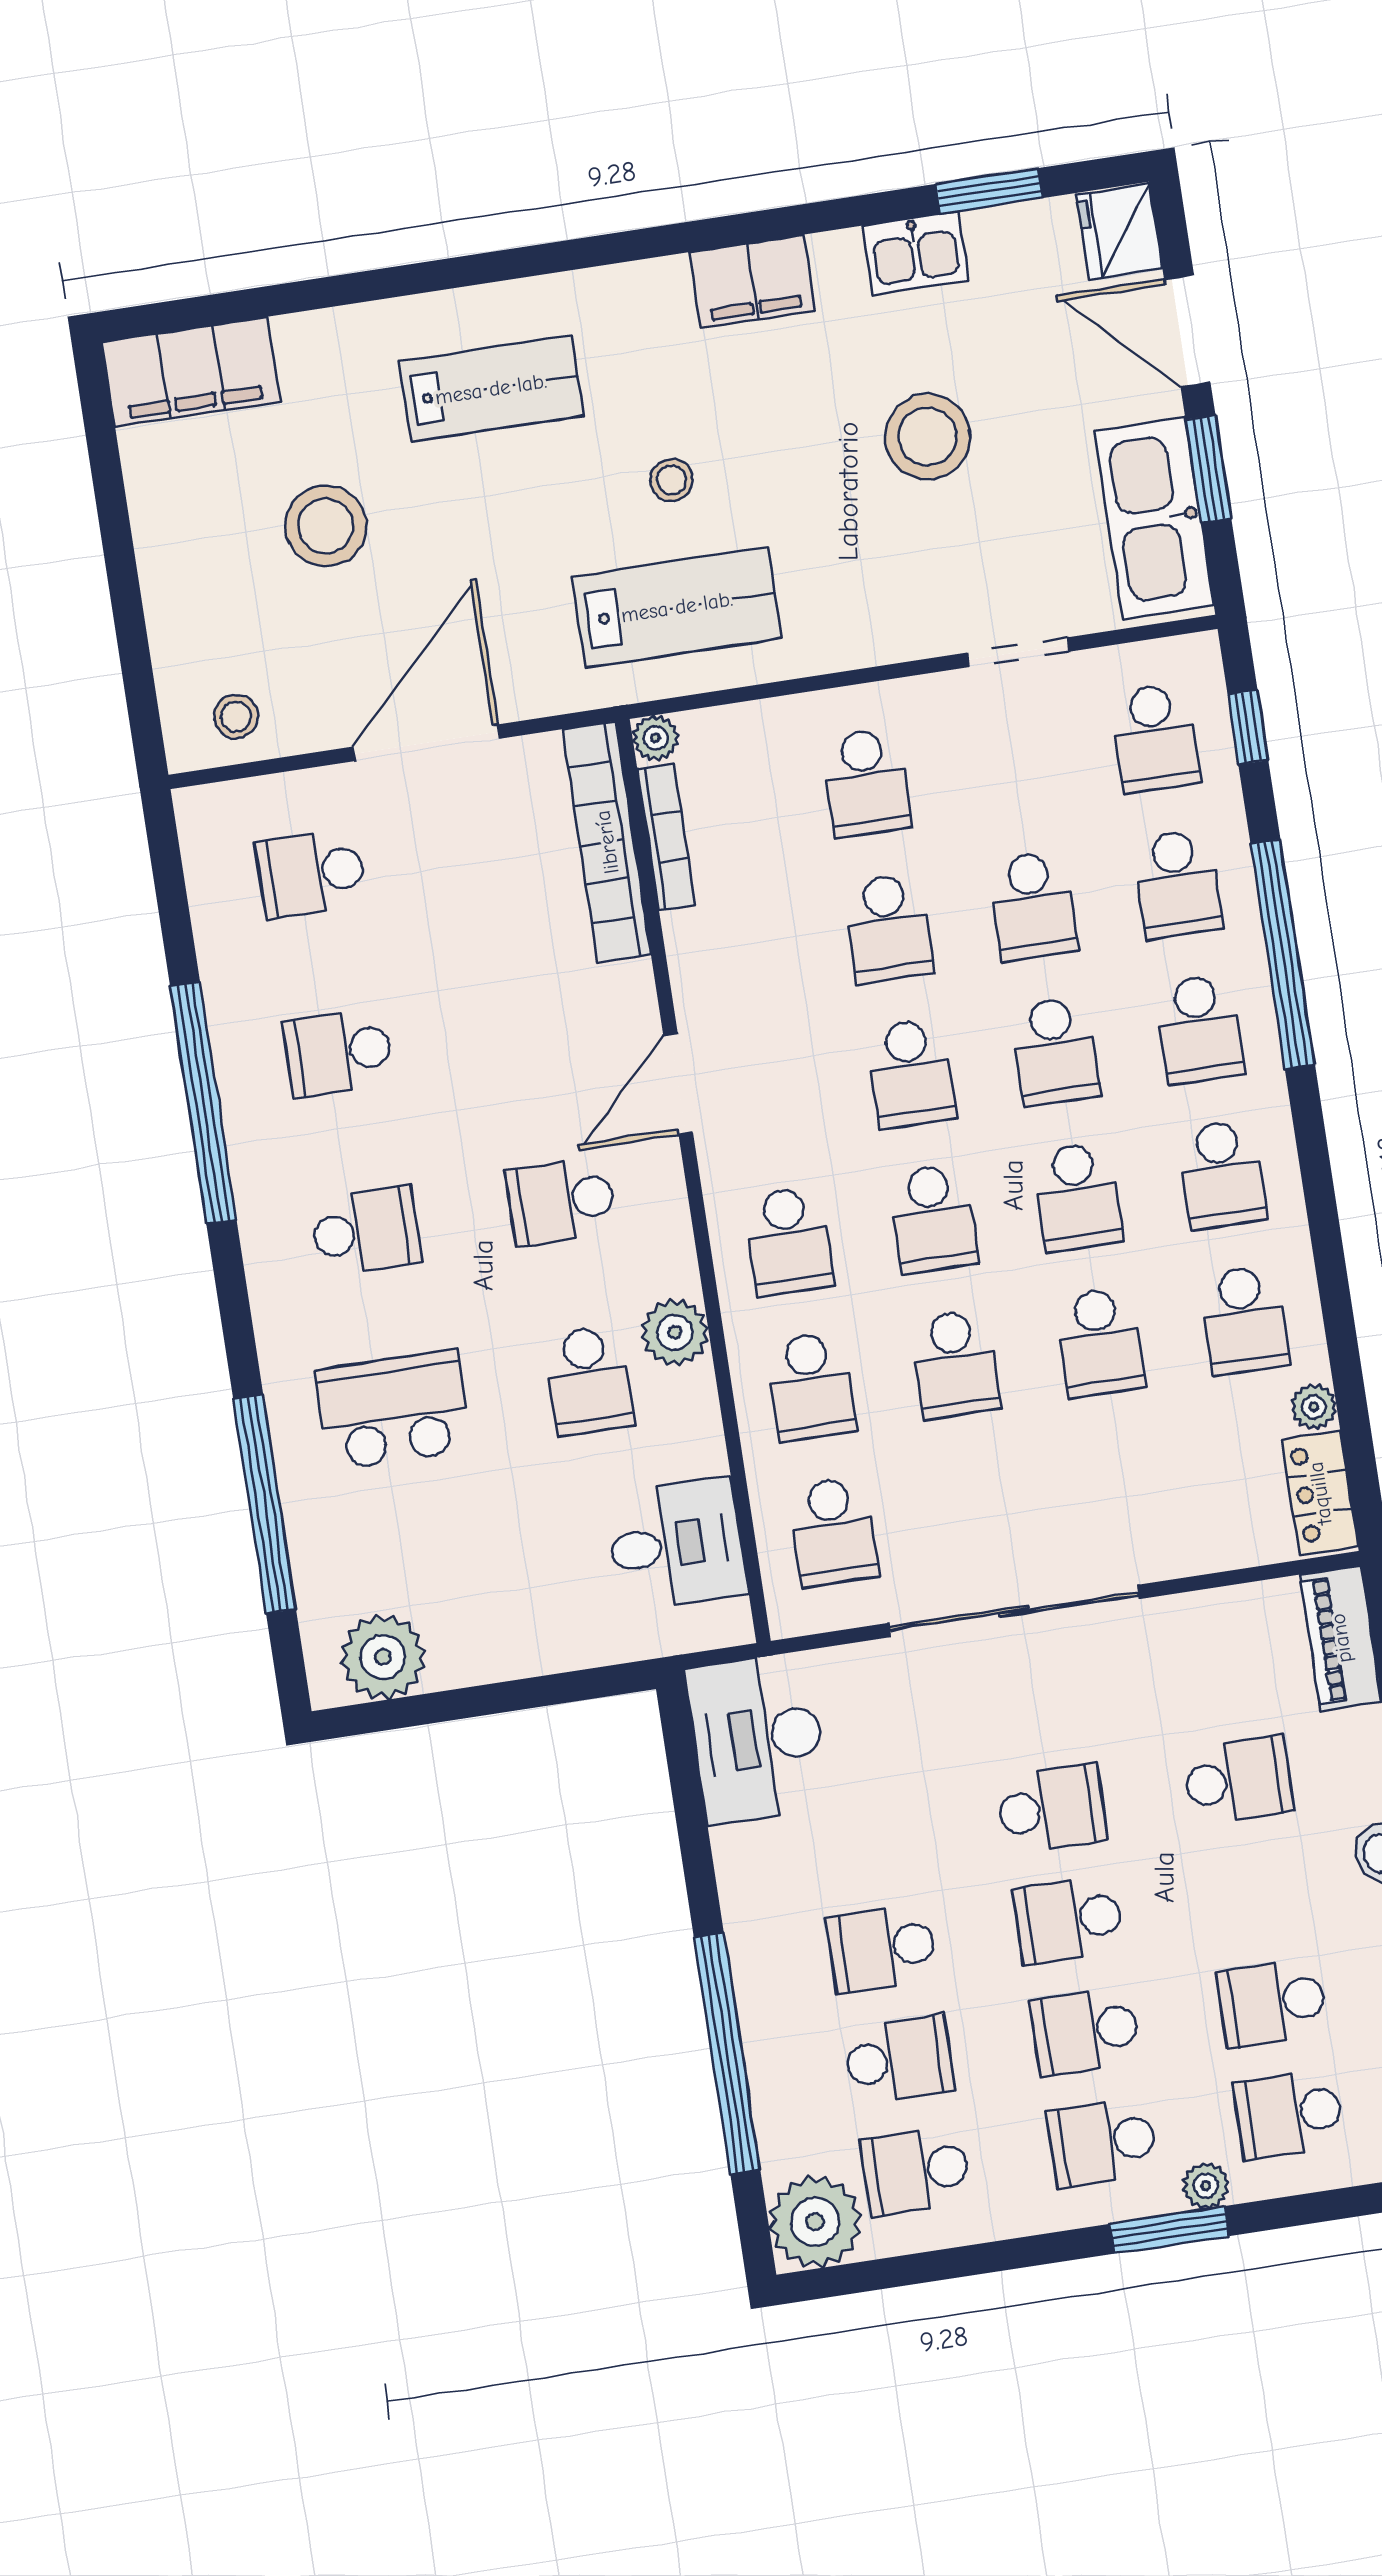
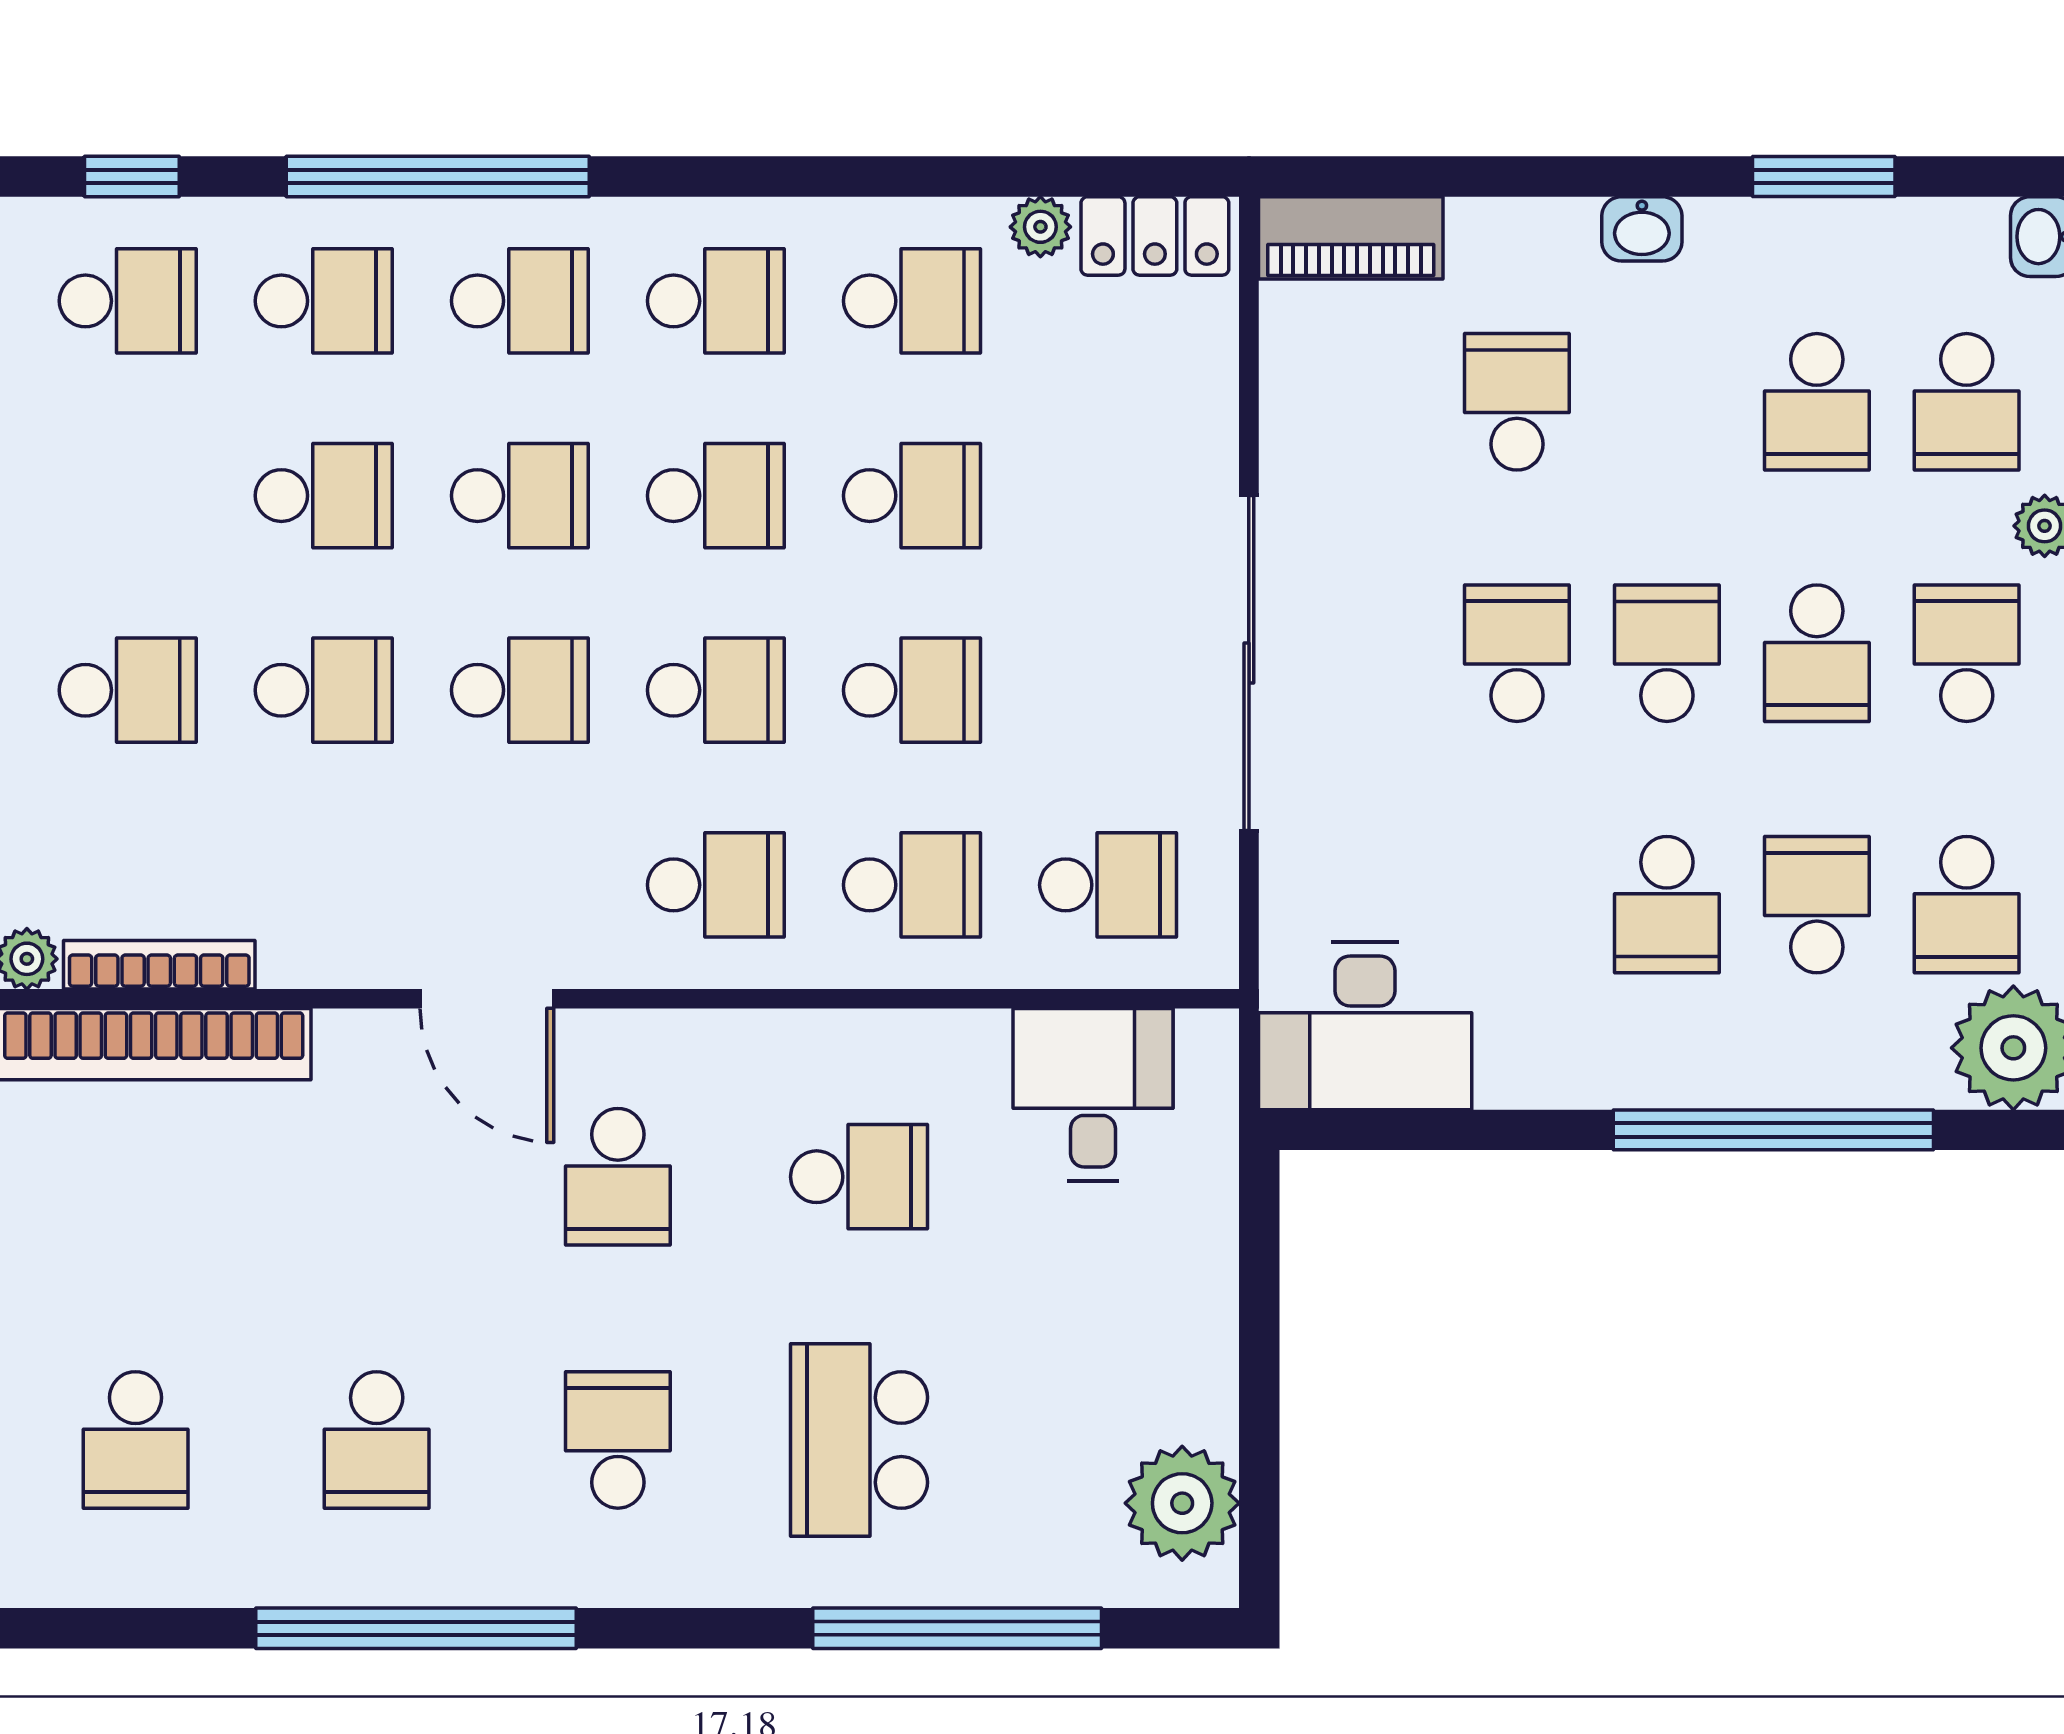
plant: (675, 1332) -> (814, 1053), removed
school desk: (1069, 1920) -> (1667, 653), turned 180
school desk: (1103, 2142) -> (1967, 653), turned 180

